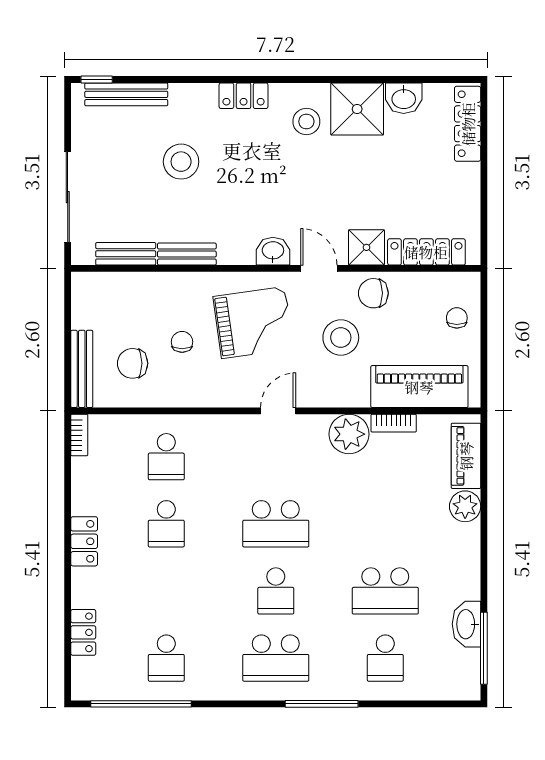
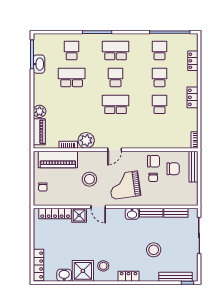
washbasin: (273, 251) -> (132, 214), moved
chair: (373, 293) -> (154, 161), moved
school desk: (166, 457) -> (159, 77), moved

